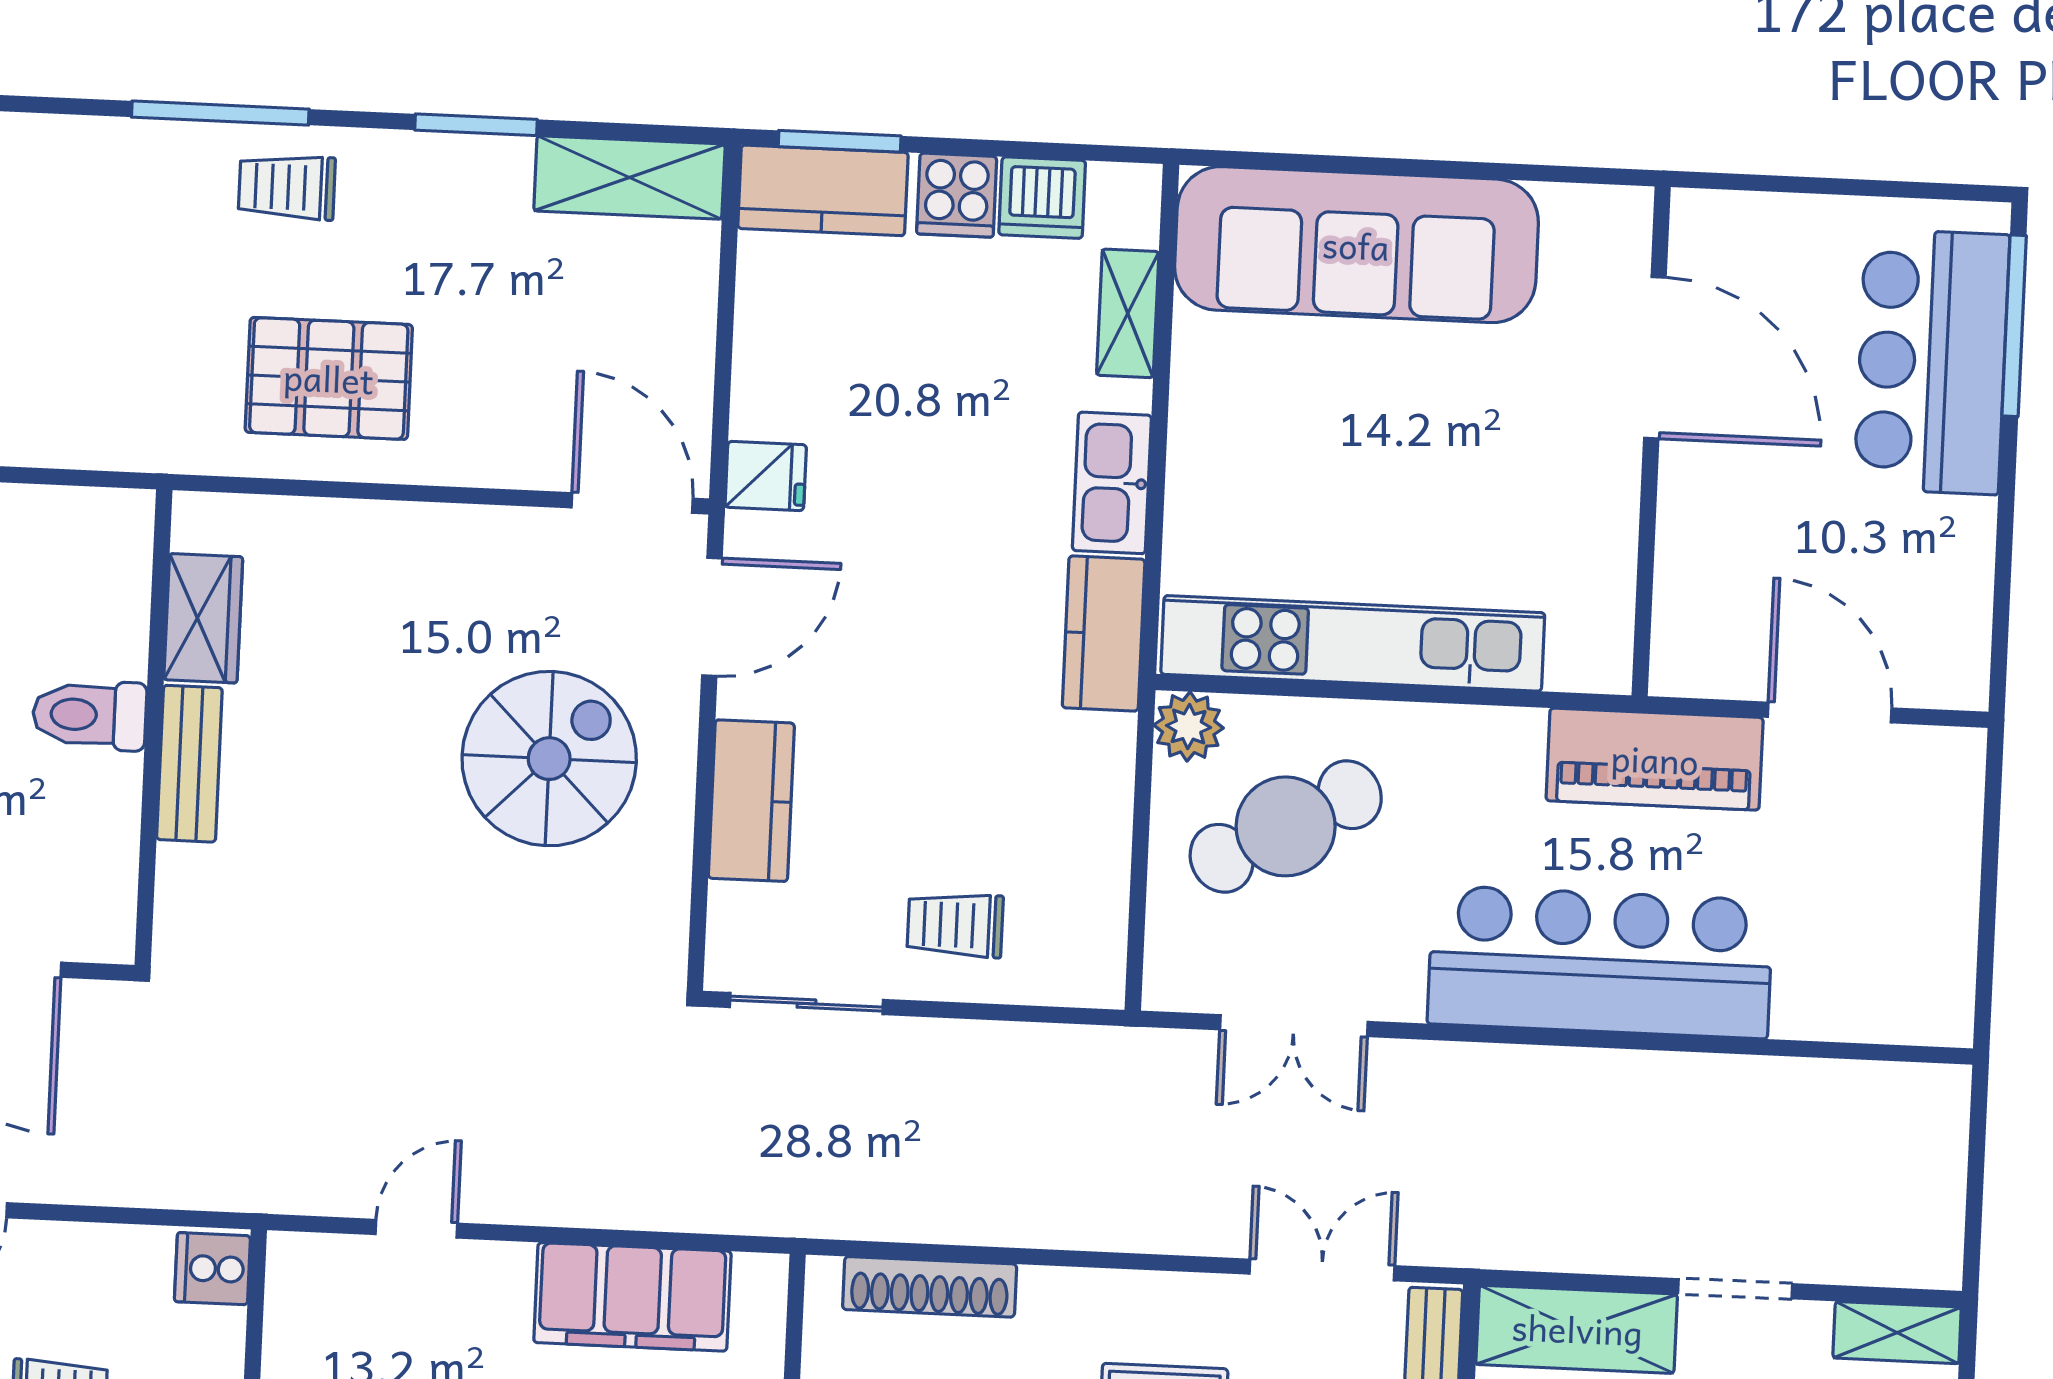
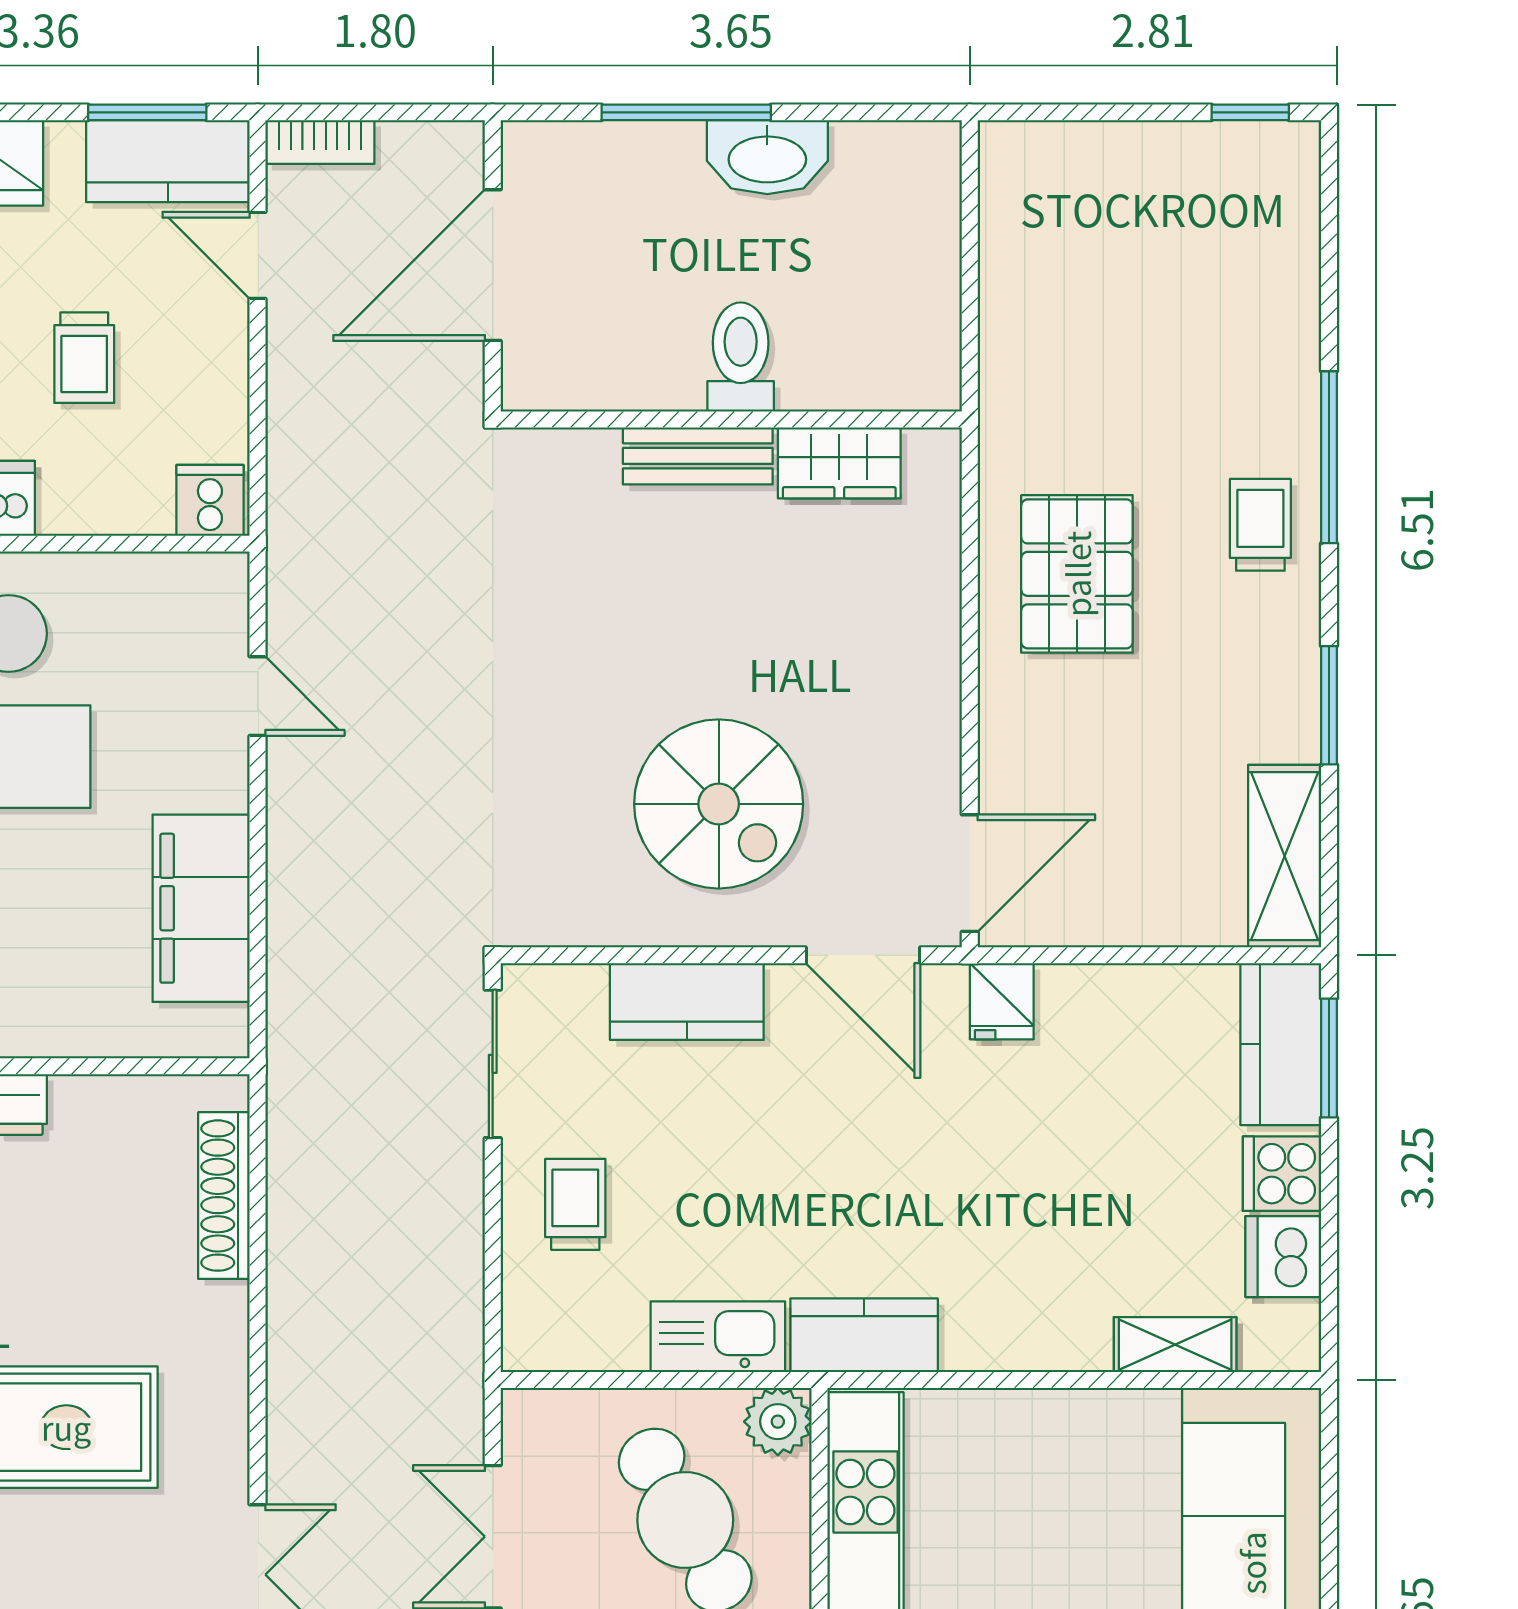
kitchen sink: (1112, 483) -> (718, 1337), moved

